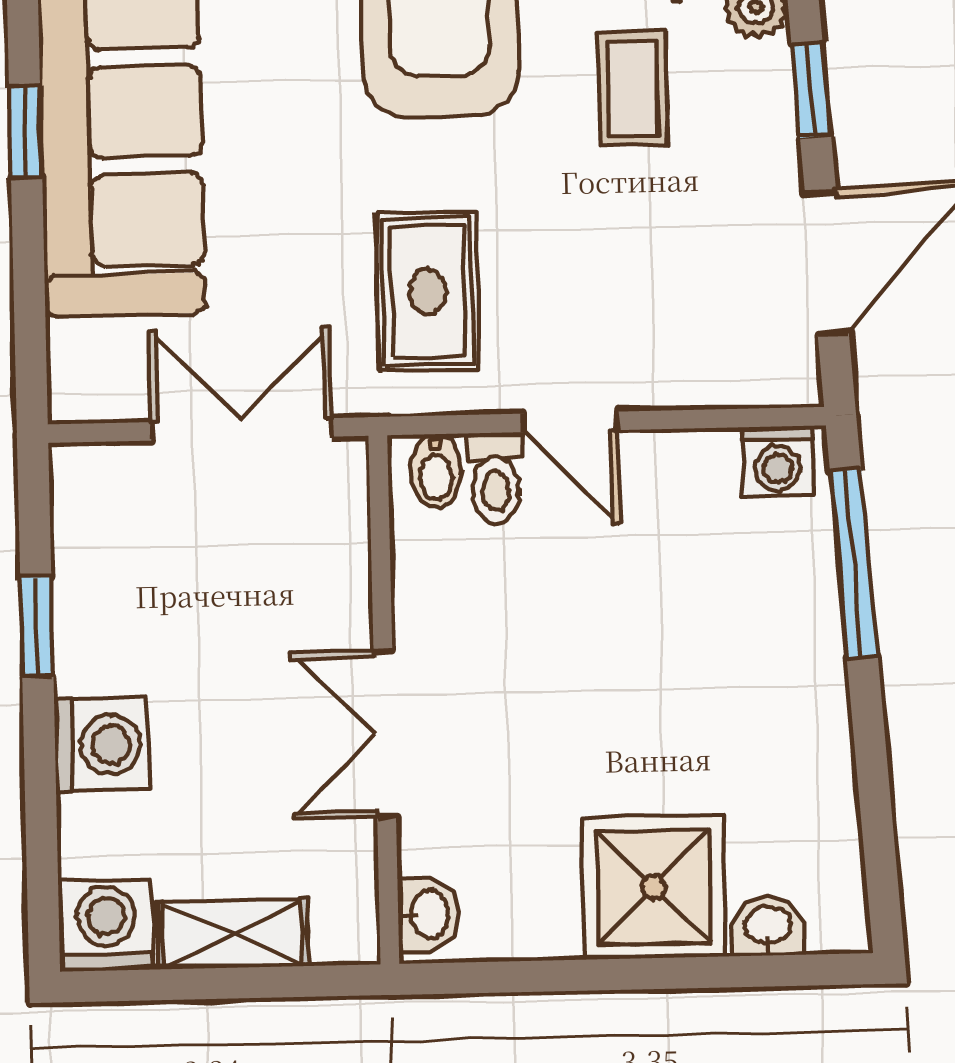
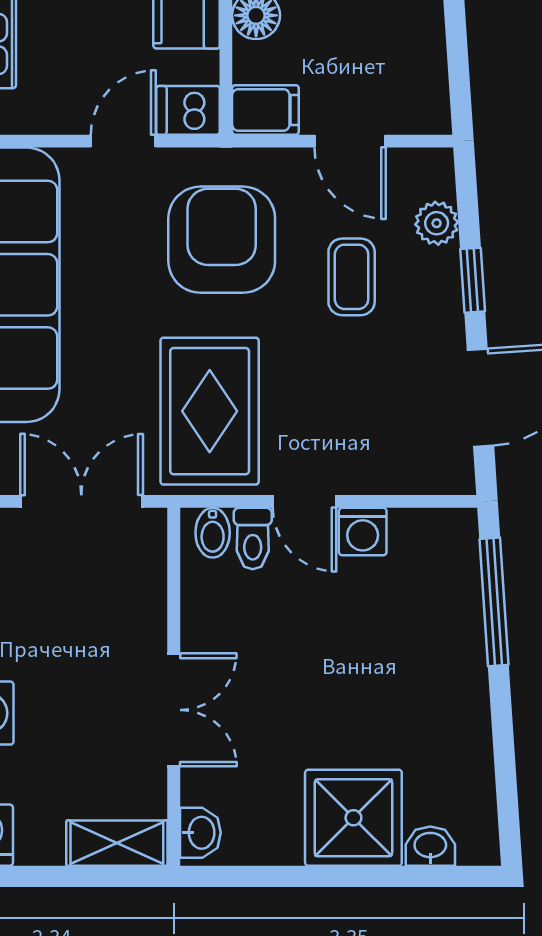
rug: (428, 292) -> (210, 411), width x1.36, depth x1.43
washing machine: (778, 462) -> (363, 532), moved
double door: (385, 734) -> (174, 710), swing flipped
shelving: (233, 934) -> (117, 843), moved

